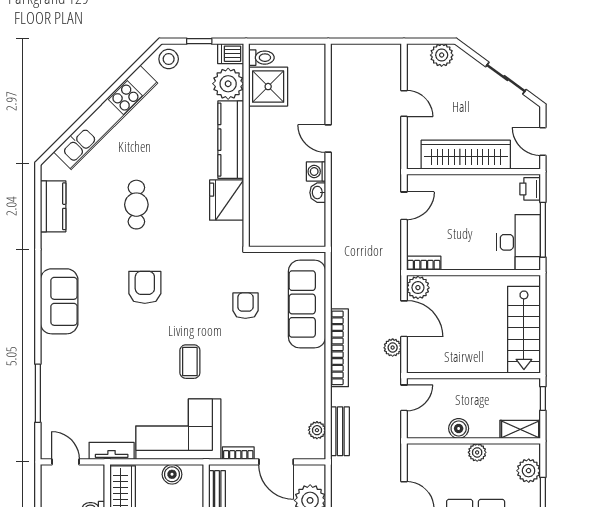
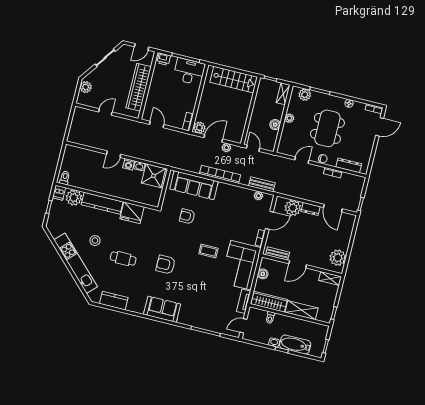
stool: (169, 59) -> (95, 241), moved
shower: (268, 87) -> (154, 176), moved

